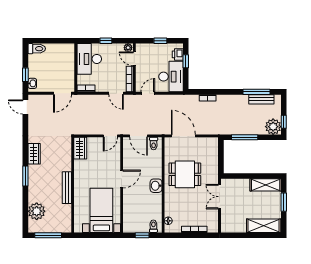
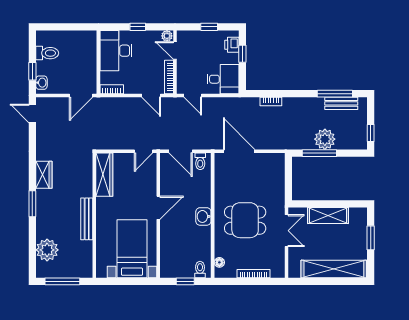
toilet: (37, 49) -> (47, 53), moved
desk: (171, 77) -> (223, 79), width x0.73
door: (148, 93) -> (193, 96), swing flipped
plant: (273, 127) -> (325, 139), moved
wardrobe: (80, 148) -> (104, 175), width x1.50
dining table: (185, 174) -> (245, 220), moved
shelving: (266, 185) -> (328, 215), moved
double door: (220, 197) -> (287, 231), swing flipped
shelving: (264, 226) -> (334, 269), width x1.47

